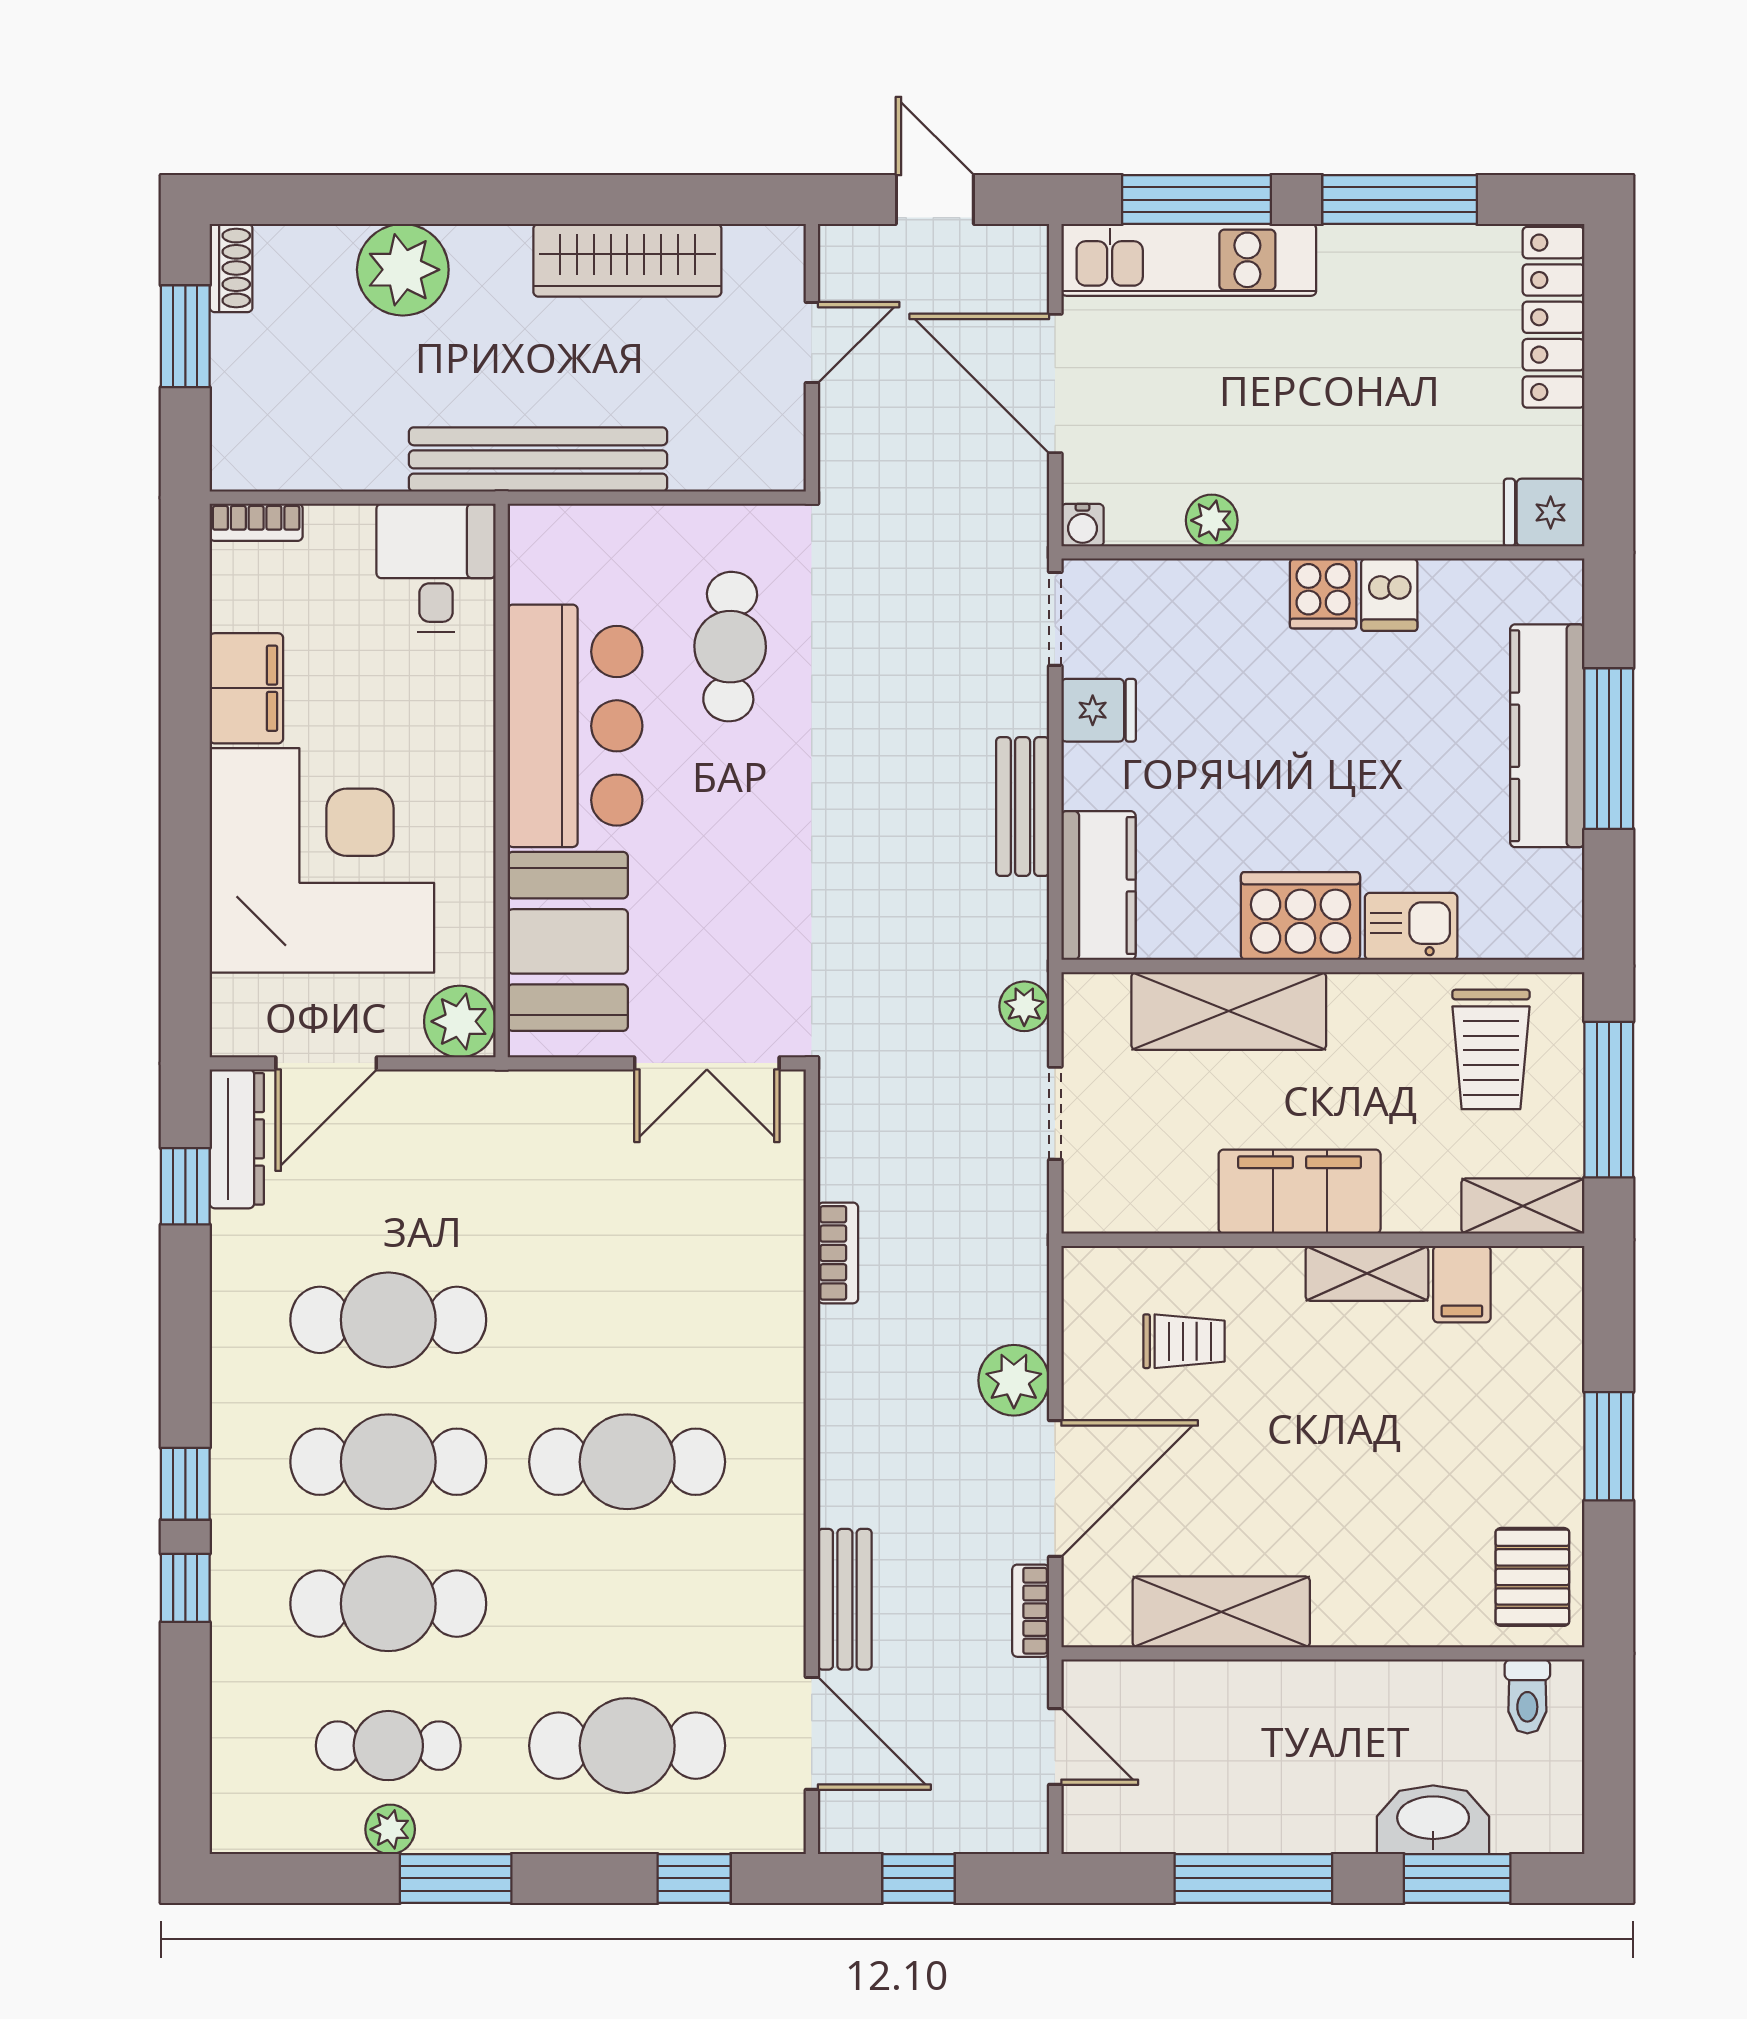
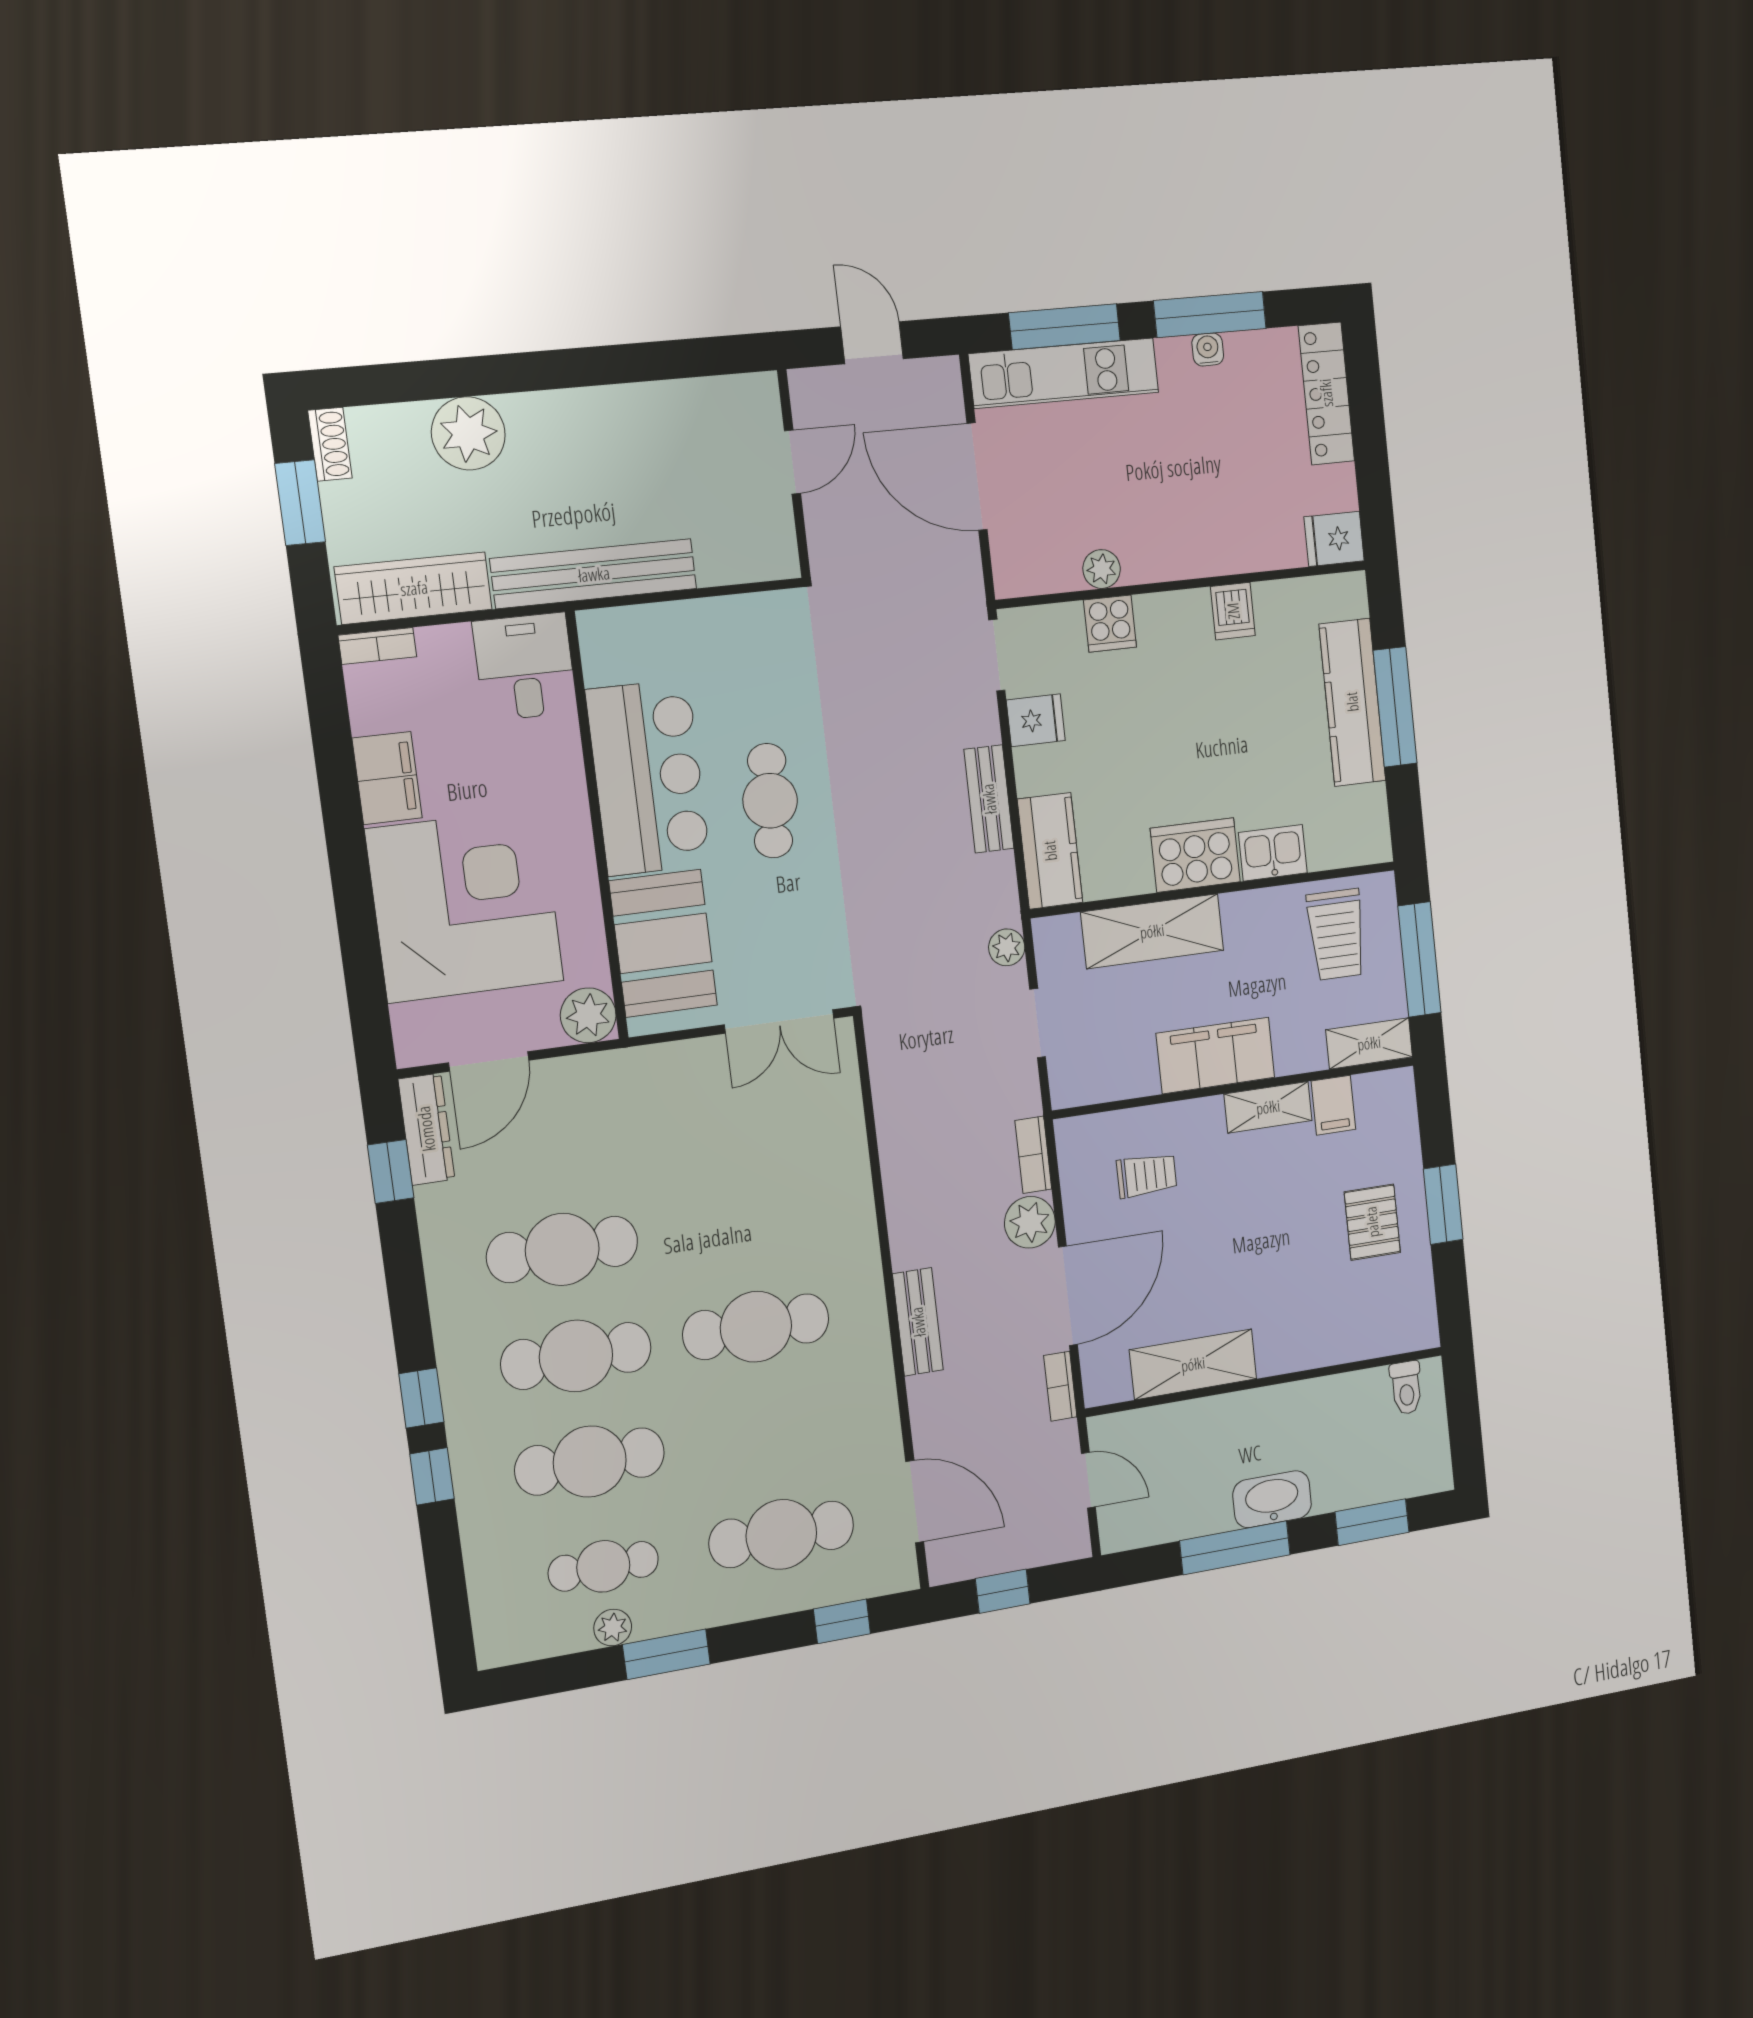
wardrobe: (627, 260) -> (414, 588), moved, turned 180
water cooler: (1083, 525) -> (1208, 349), moved, turned 180
cooker: (1323, 593) -> (1110, 624), moved
cafe table: (730, 647) -> (770, 801), moved
bookcase: (838, 1253) -> (1033, 1155), moved, turned 180
pallet: (1532, 1577) -> (1372, 1222), moved
bench: (845, 1599) -> (918, 1322), moved
washbasin: (1433, 1820) -> (1272, 1499), moved

